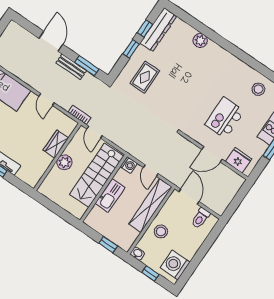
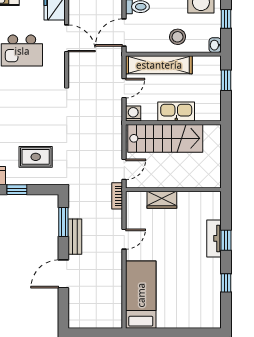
plant: (64, 162) -> (174, 179), removed

